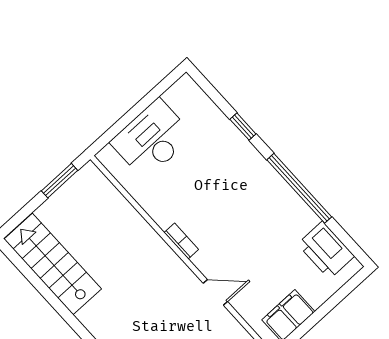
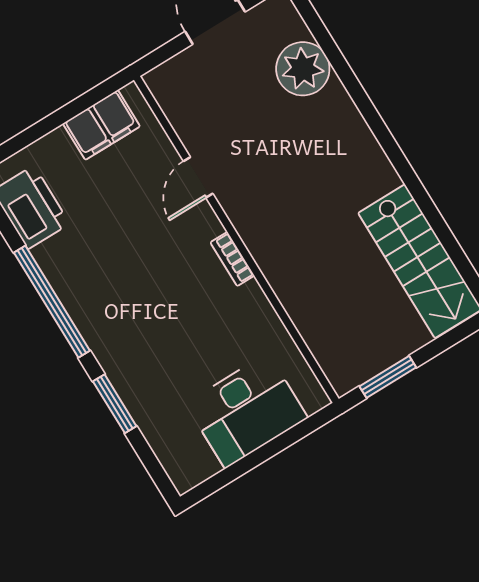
window: (243, 127) -> (115, 404), width x1.50
door: (215, 292) -> (198, 177), hinge flipped

